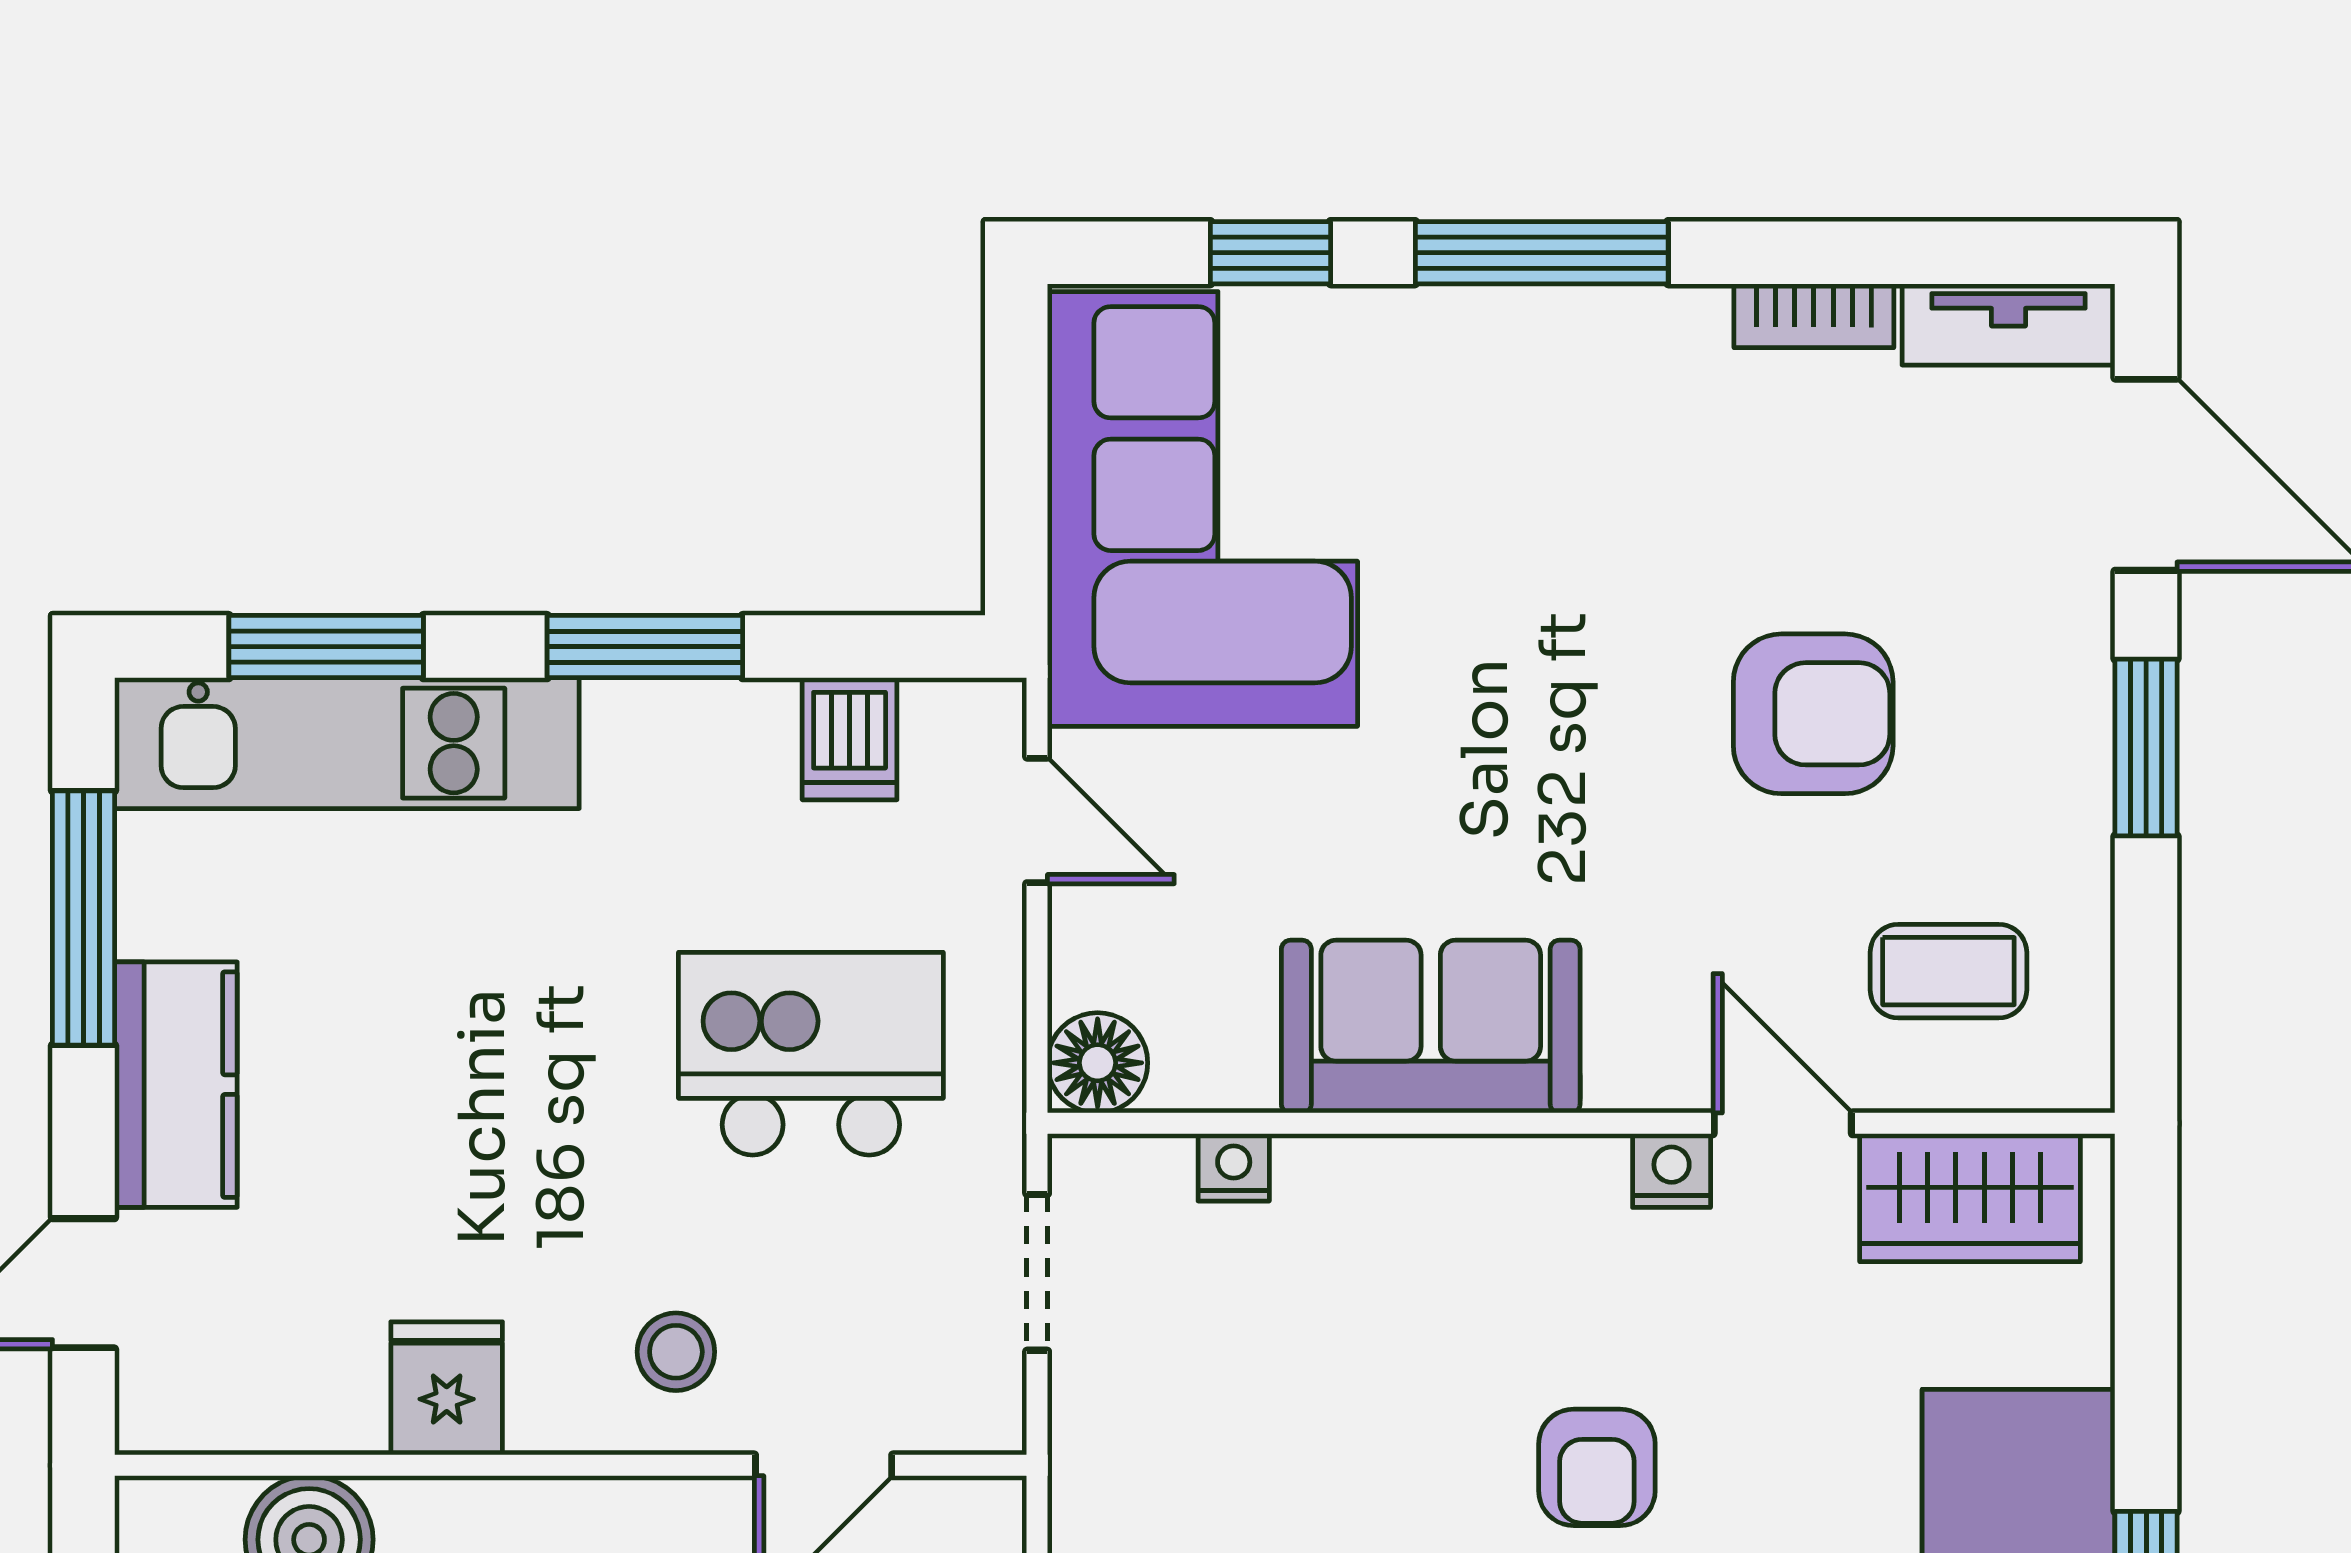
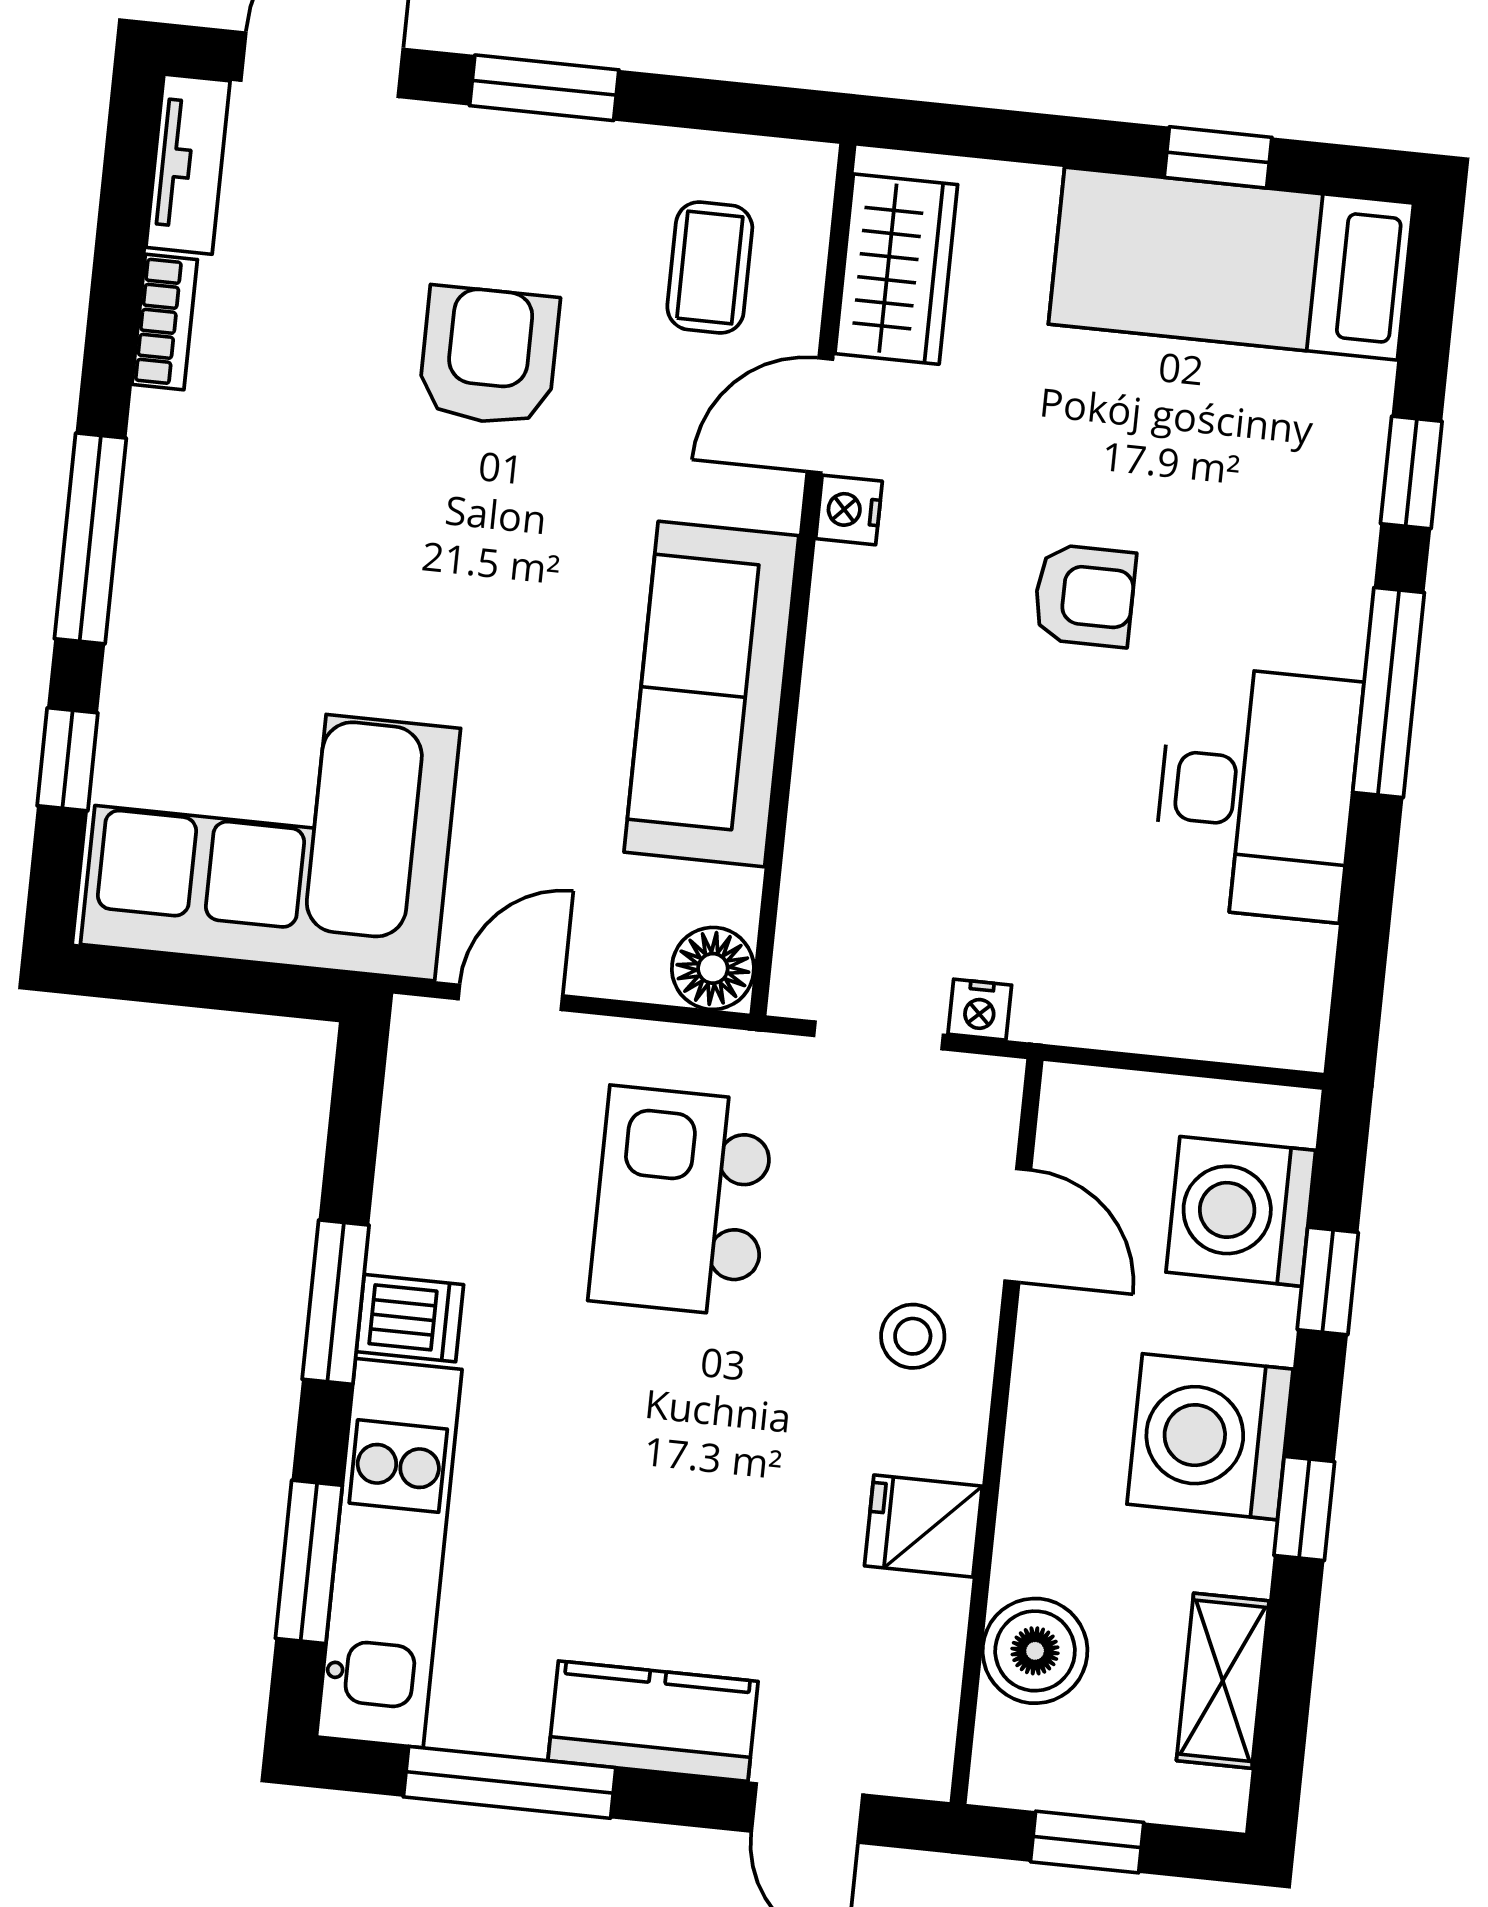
dishwasher: (850, 739) -> (410, 1318), moved
sofa: (1431, 1027) -> (711, 694), width x1.36
nightstand: (1234, 1167) -> (980, 1010), moved, turned -90

